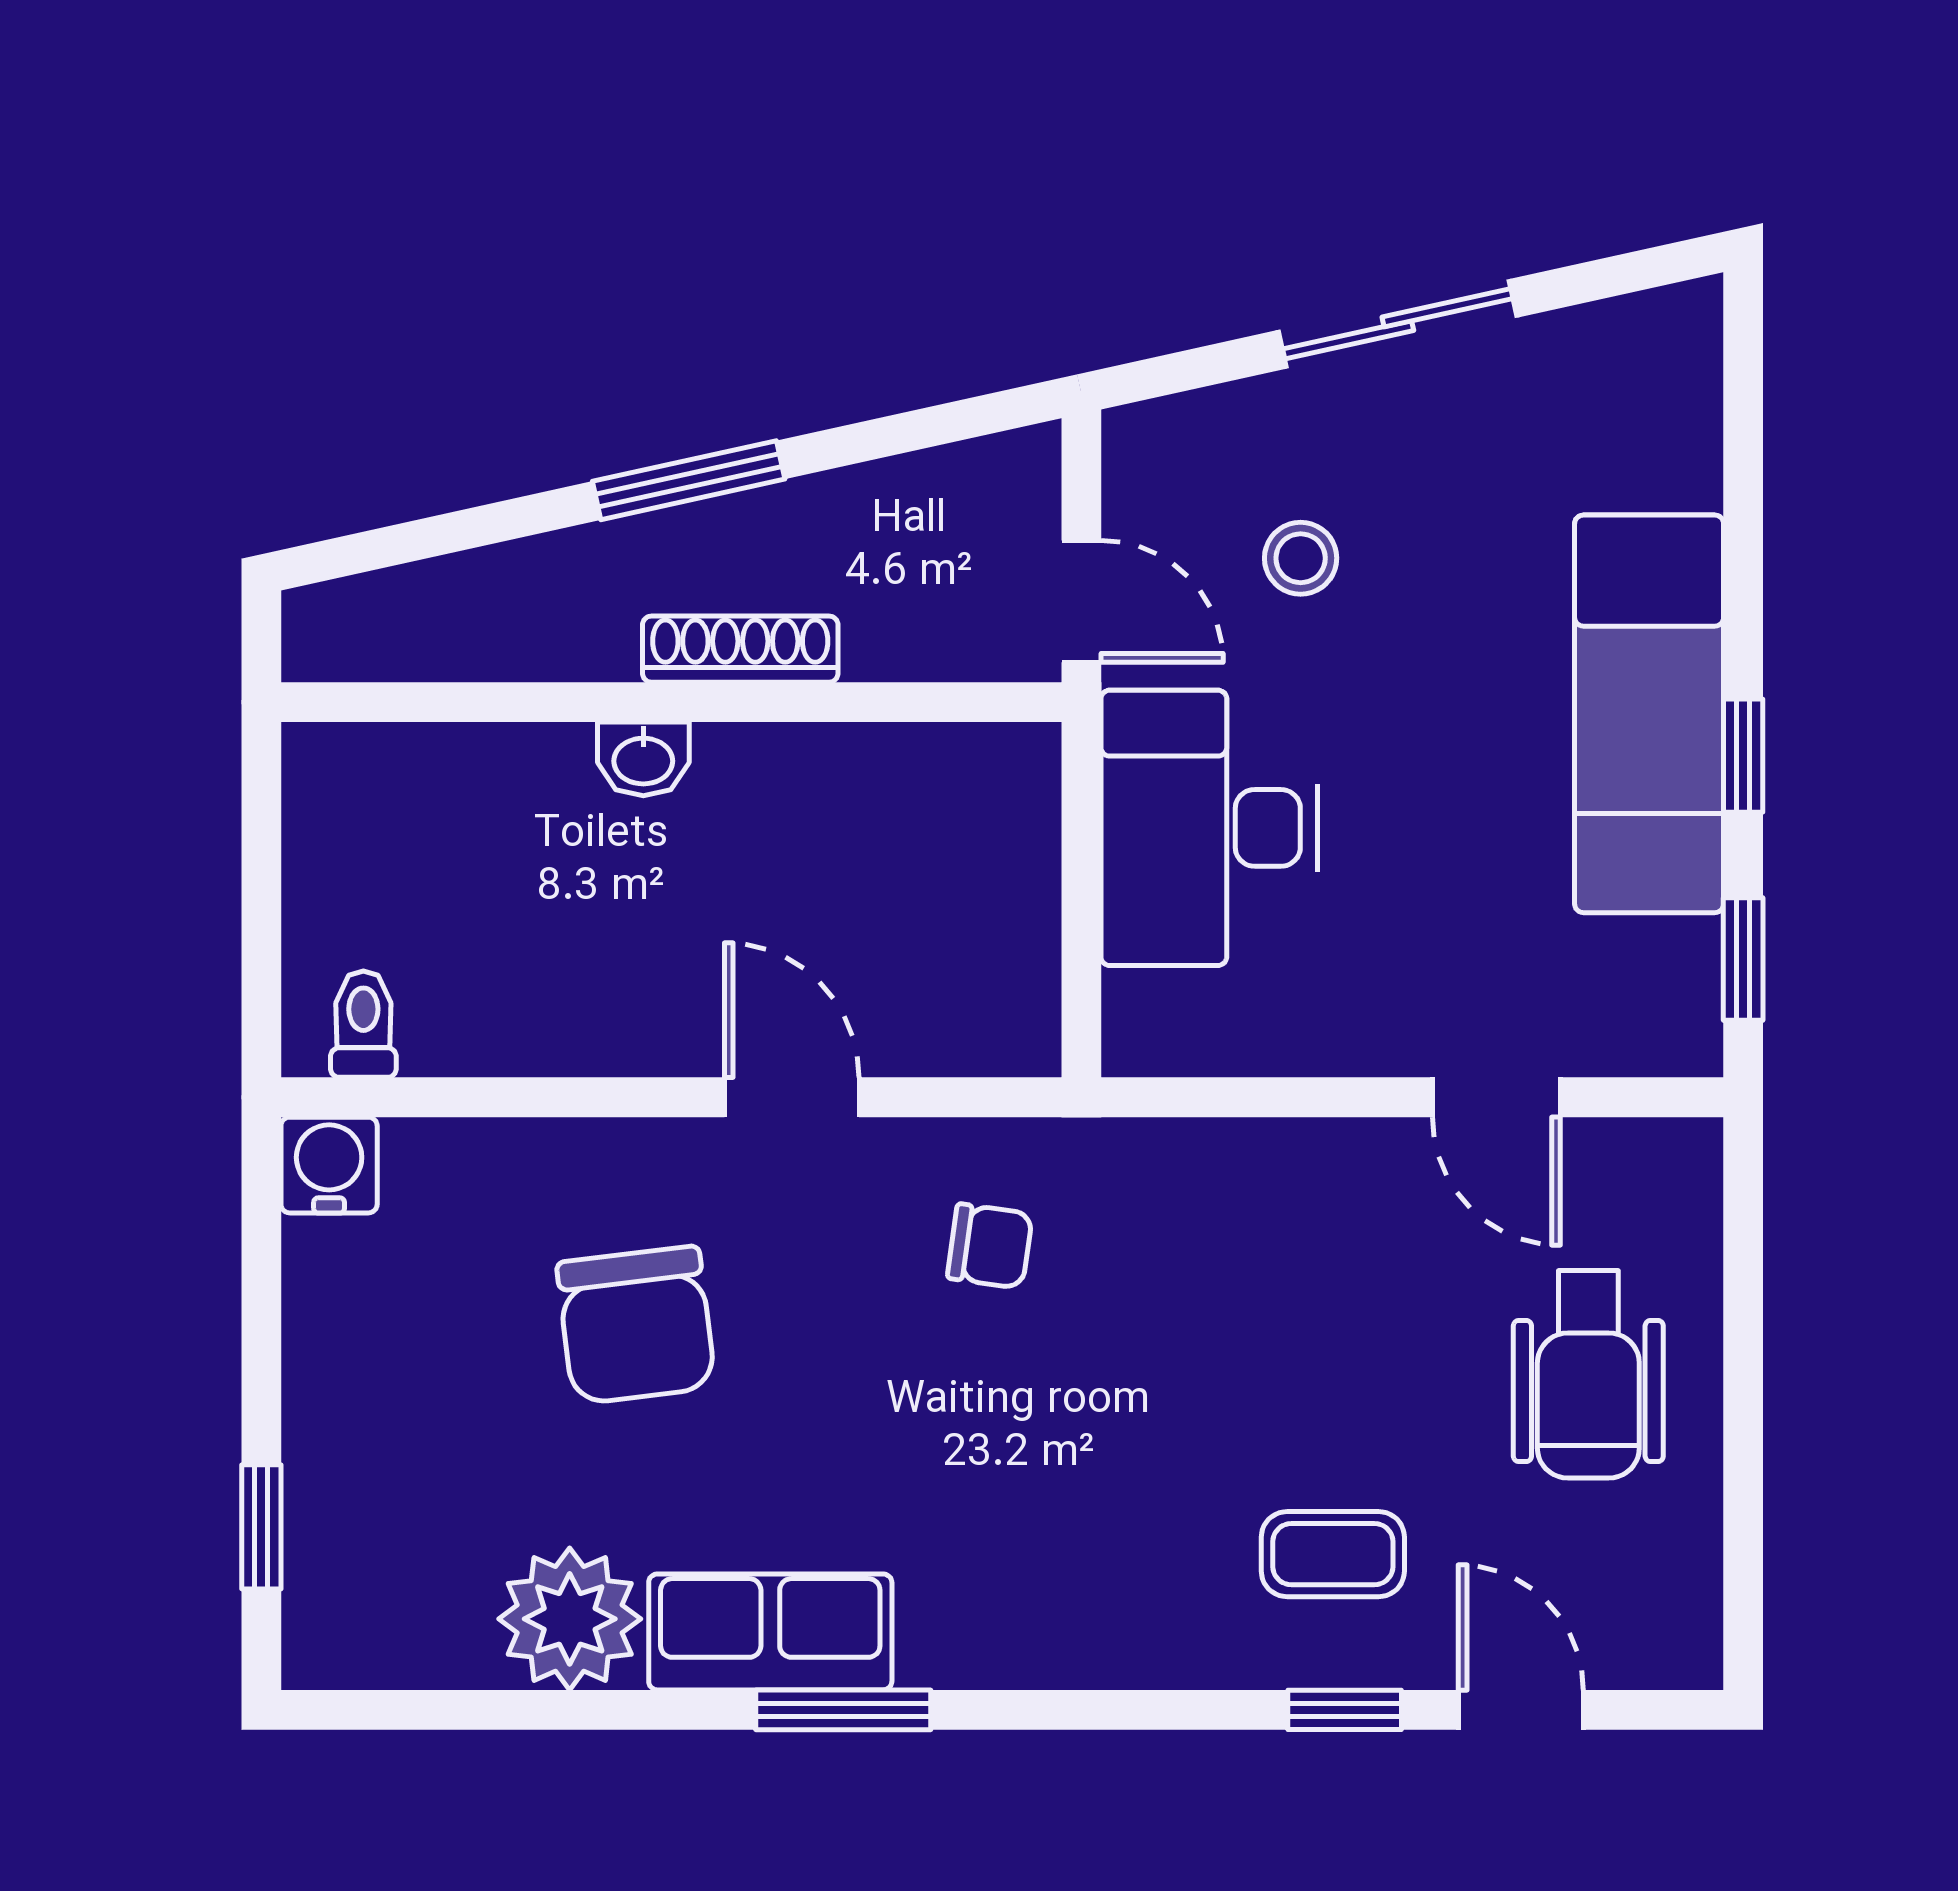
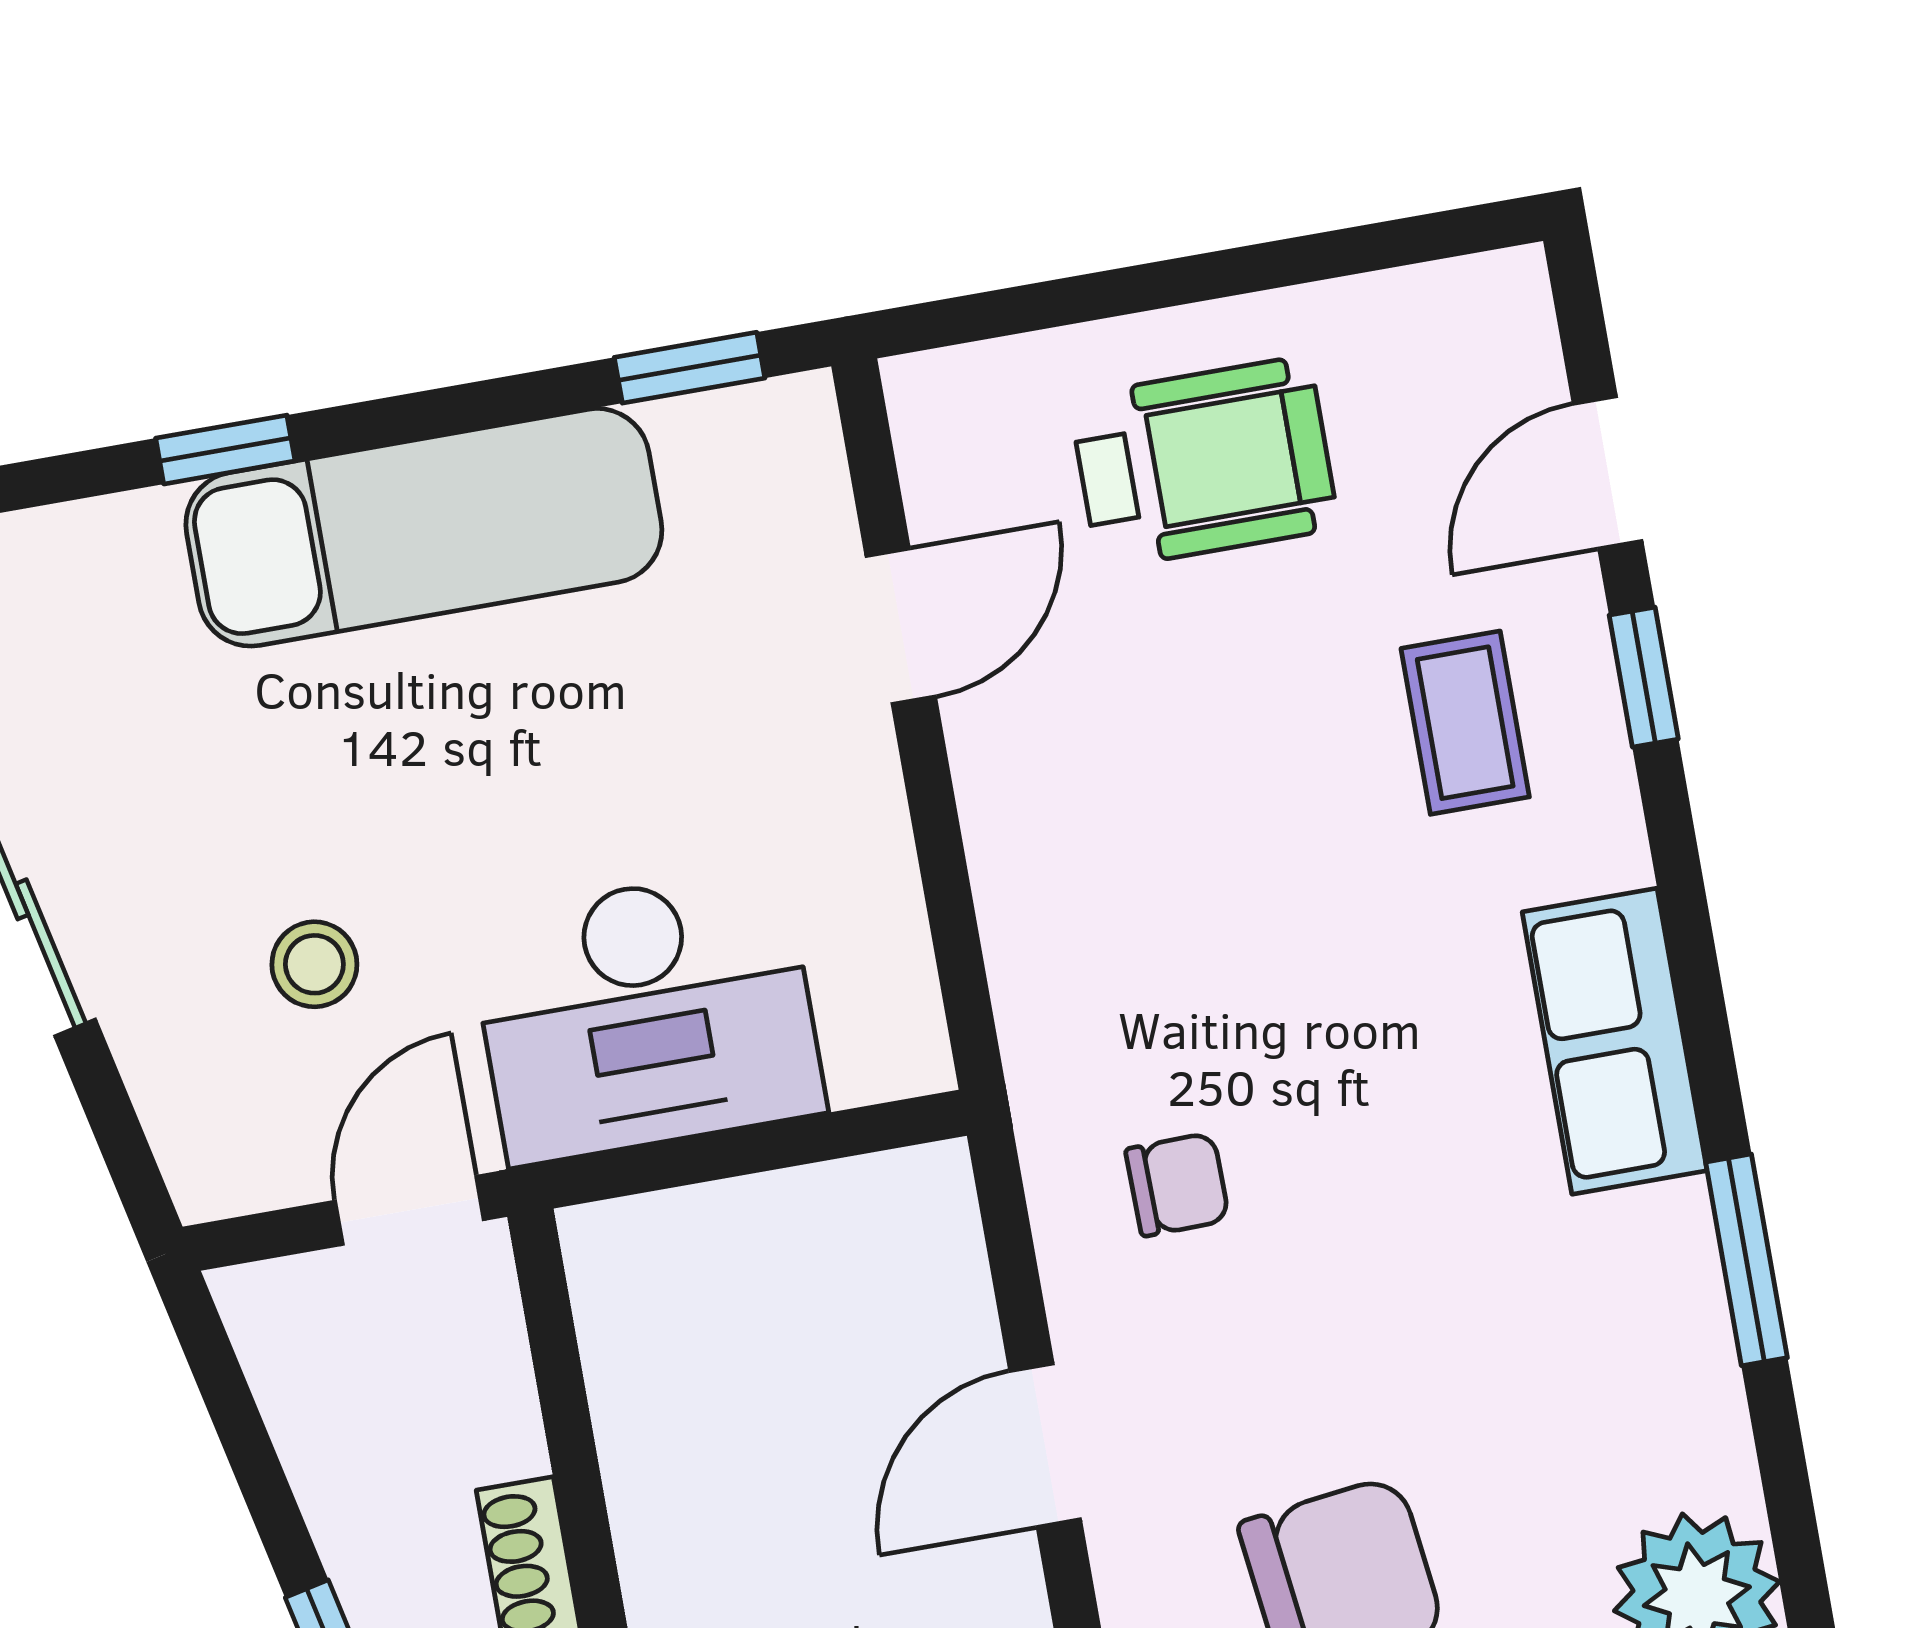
window: (1743, 756) -> (225, 450), moved
chair: (990, 1246) -> (1177, 1185), turned 81
row of seats: (770, 1632) -> (1615, 1041), moved

